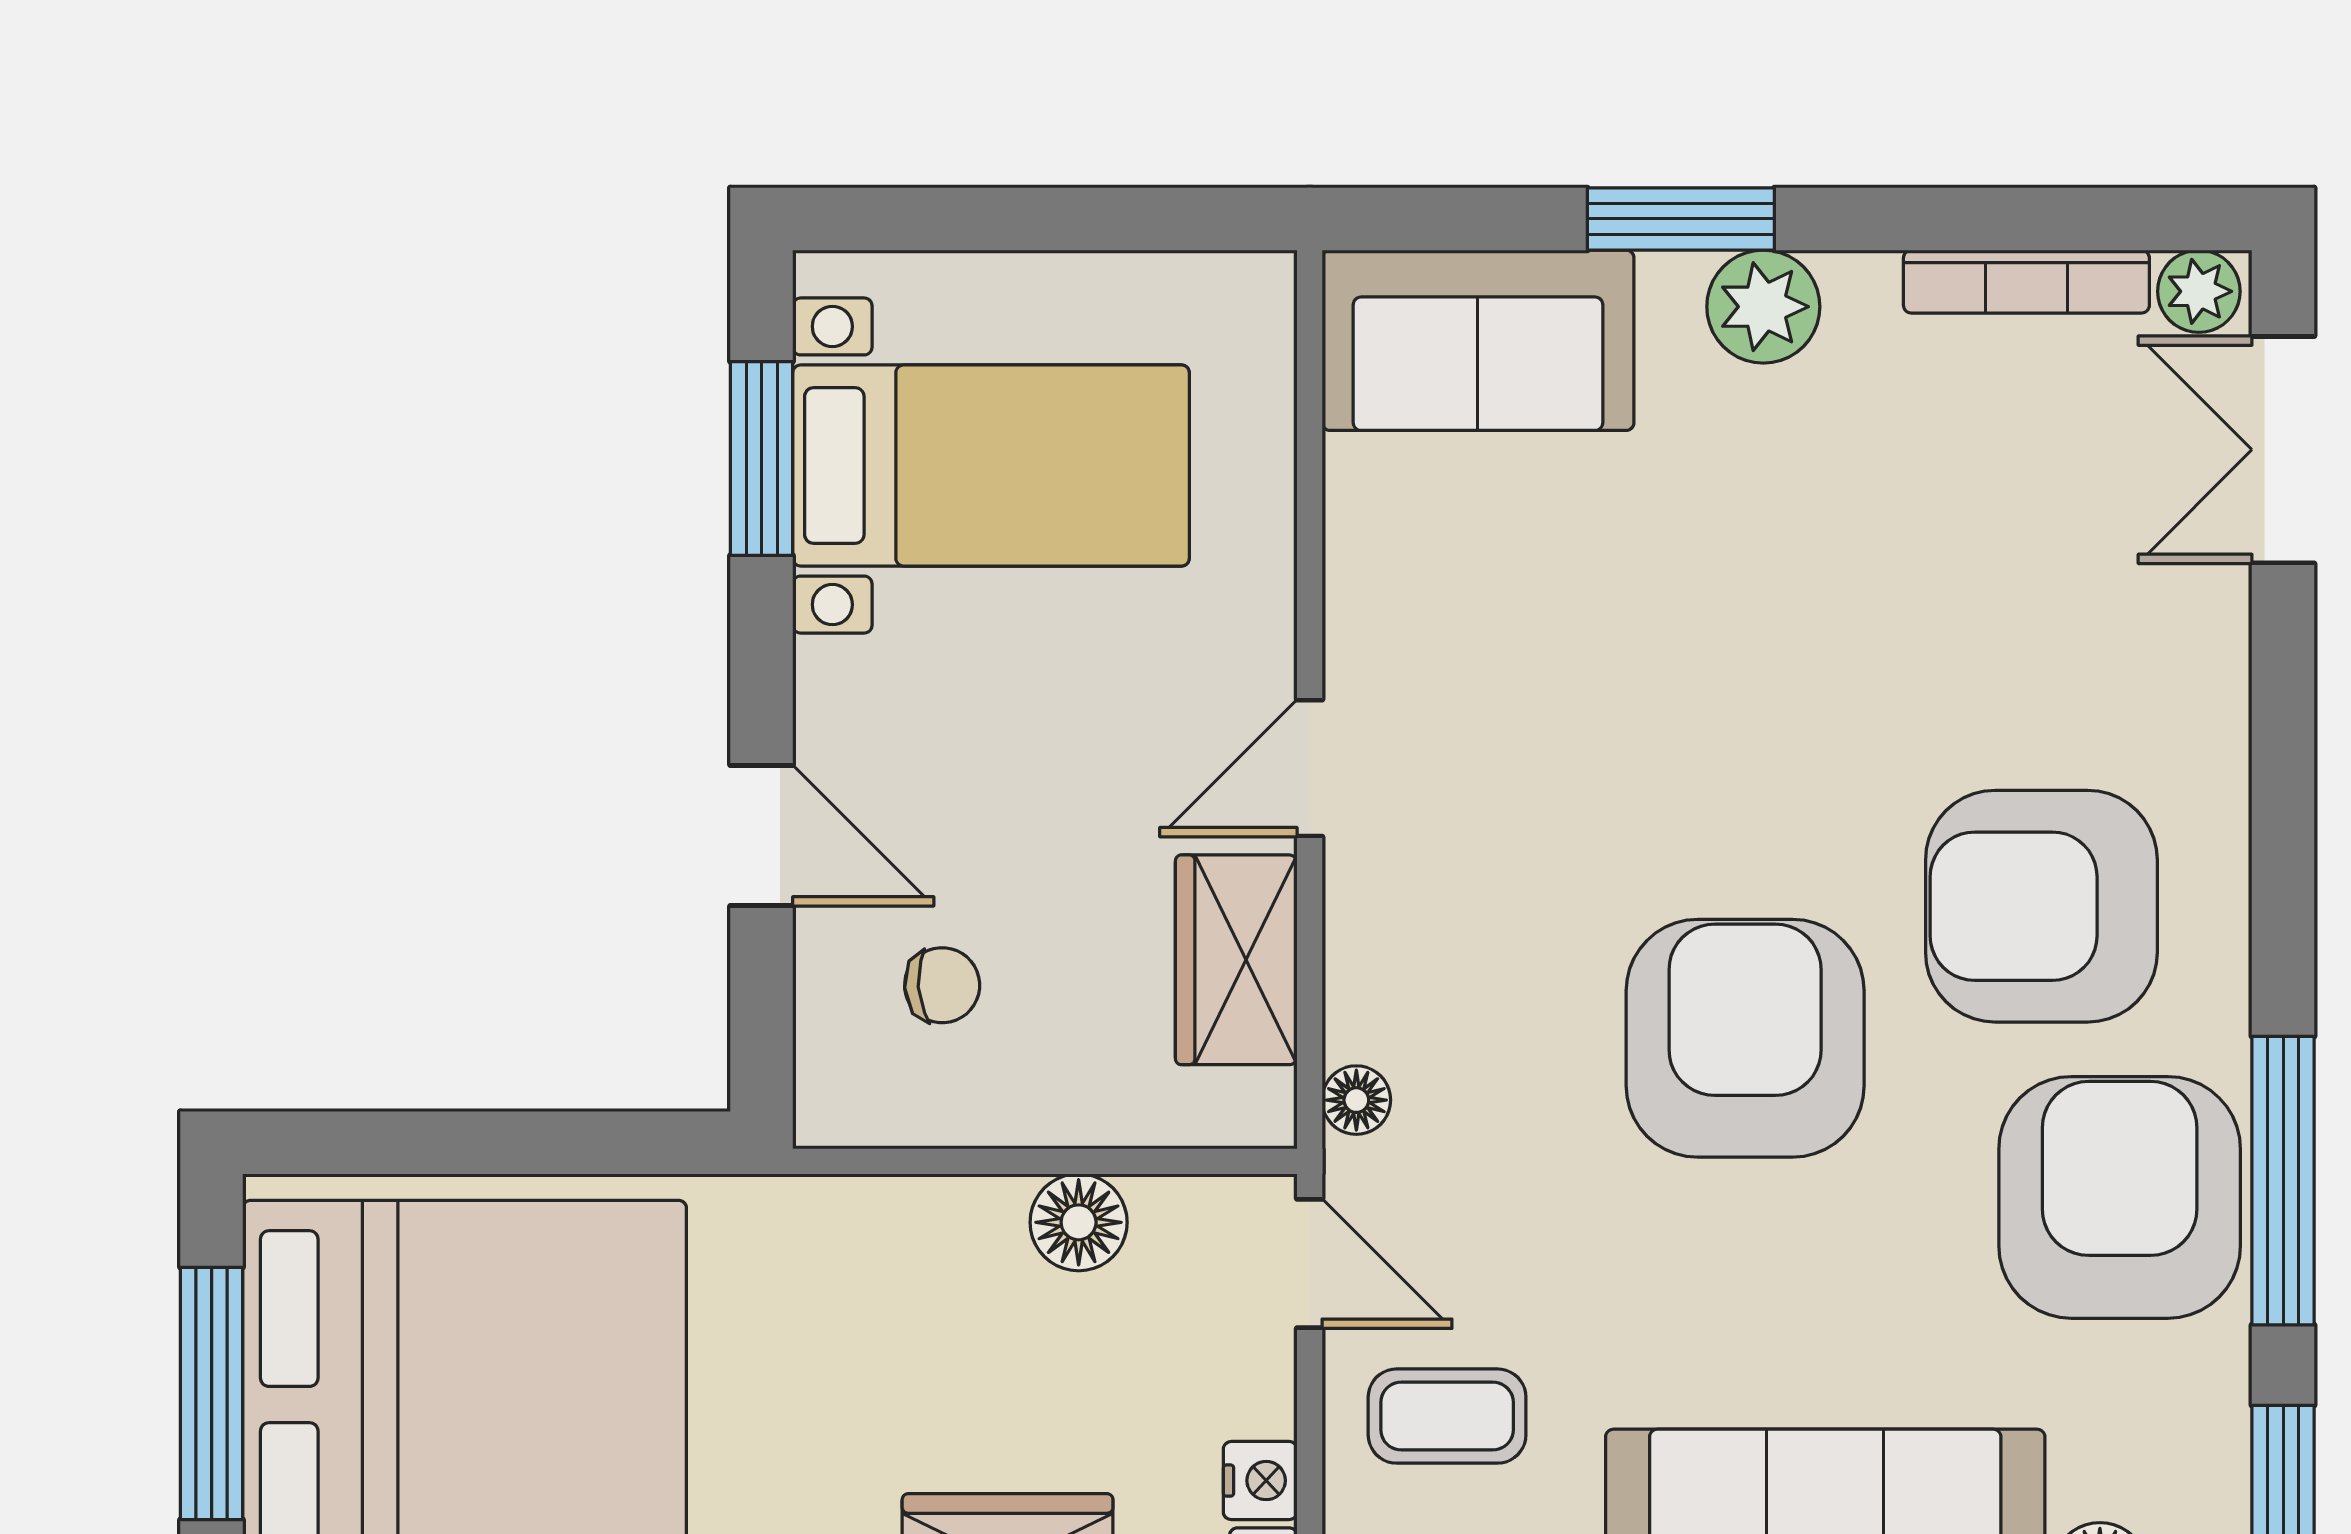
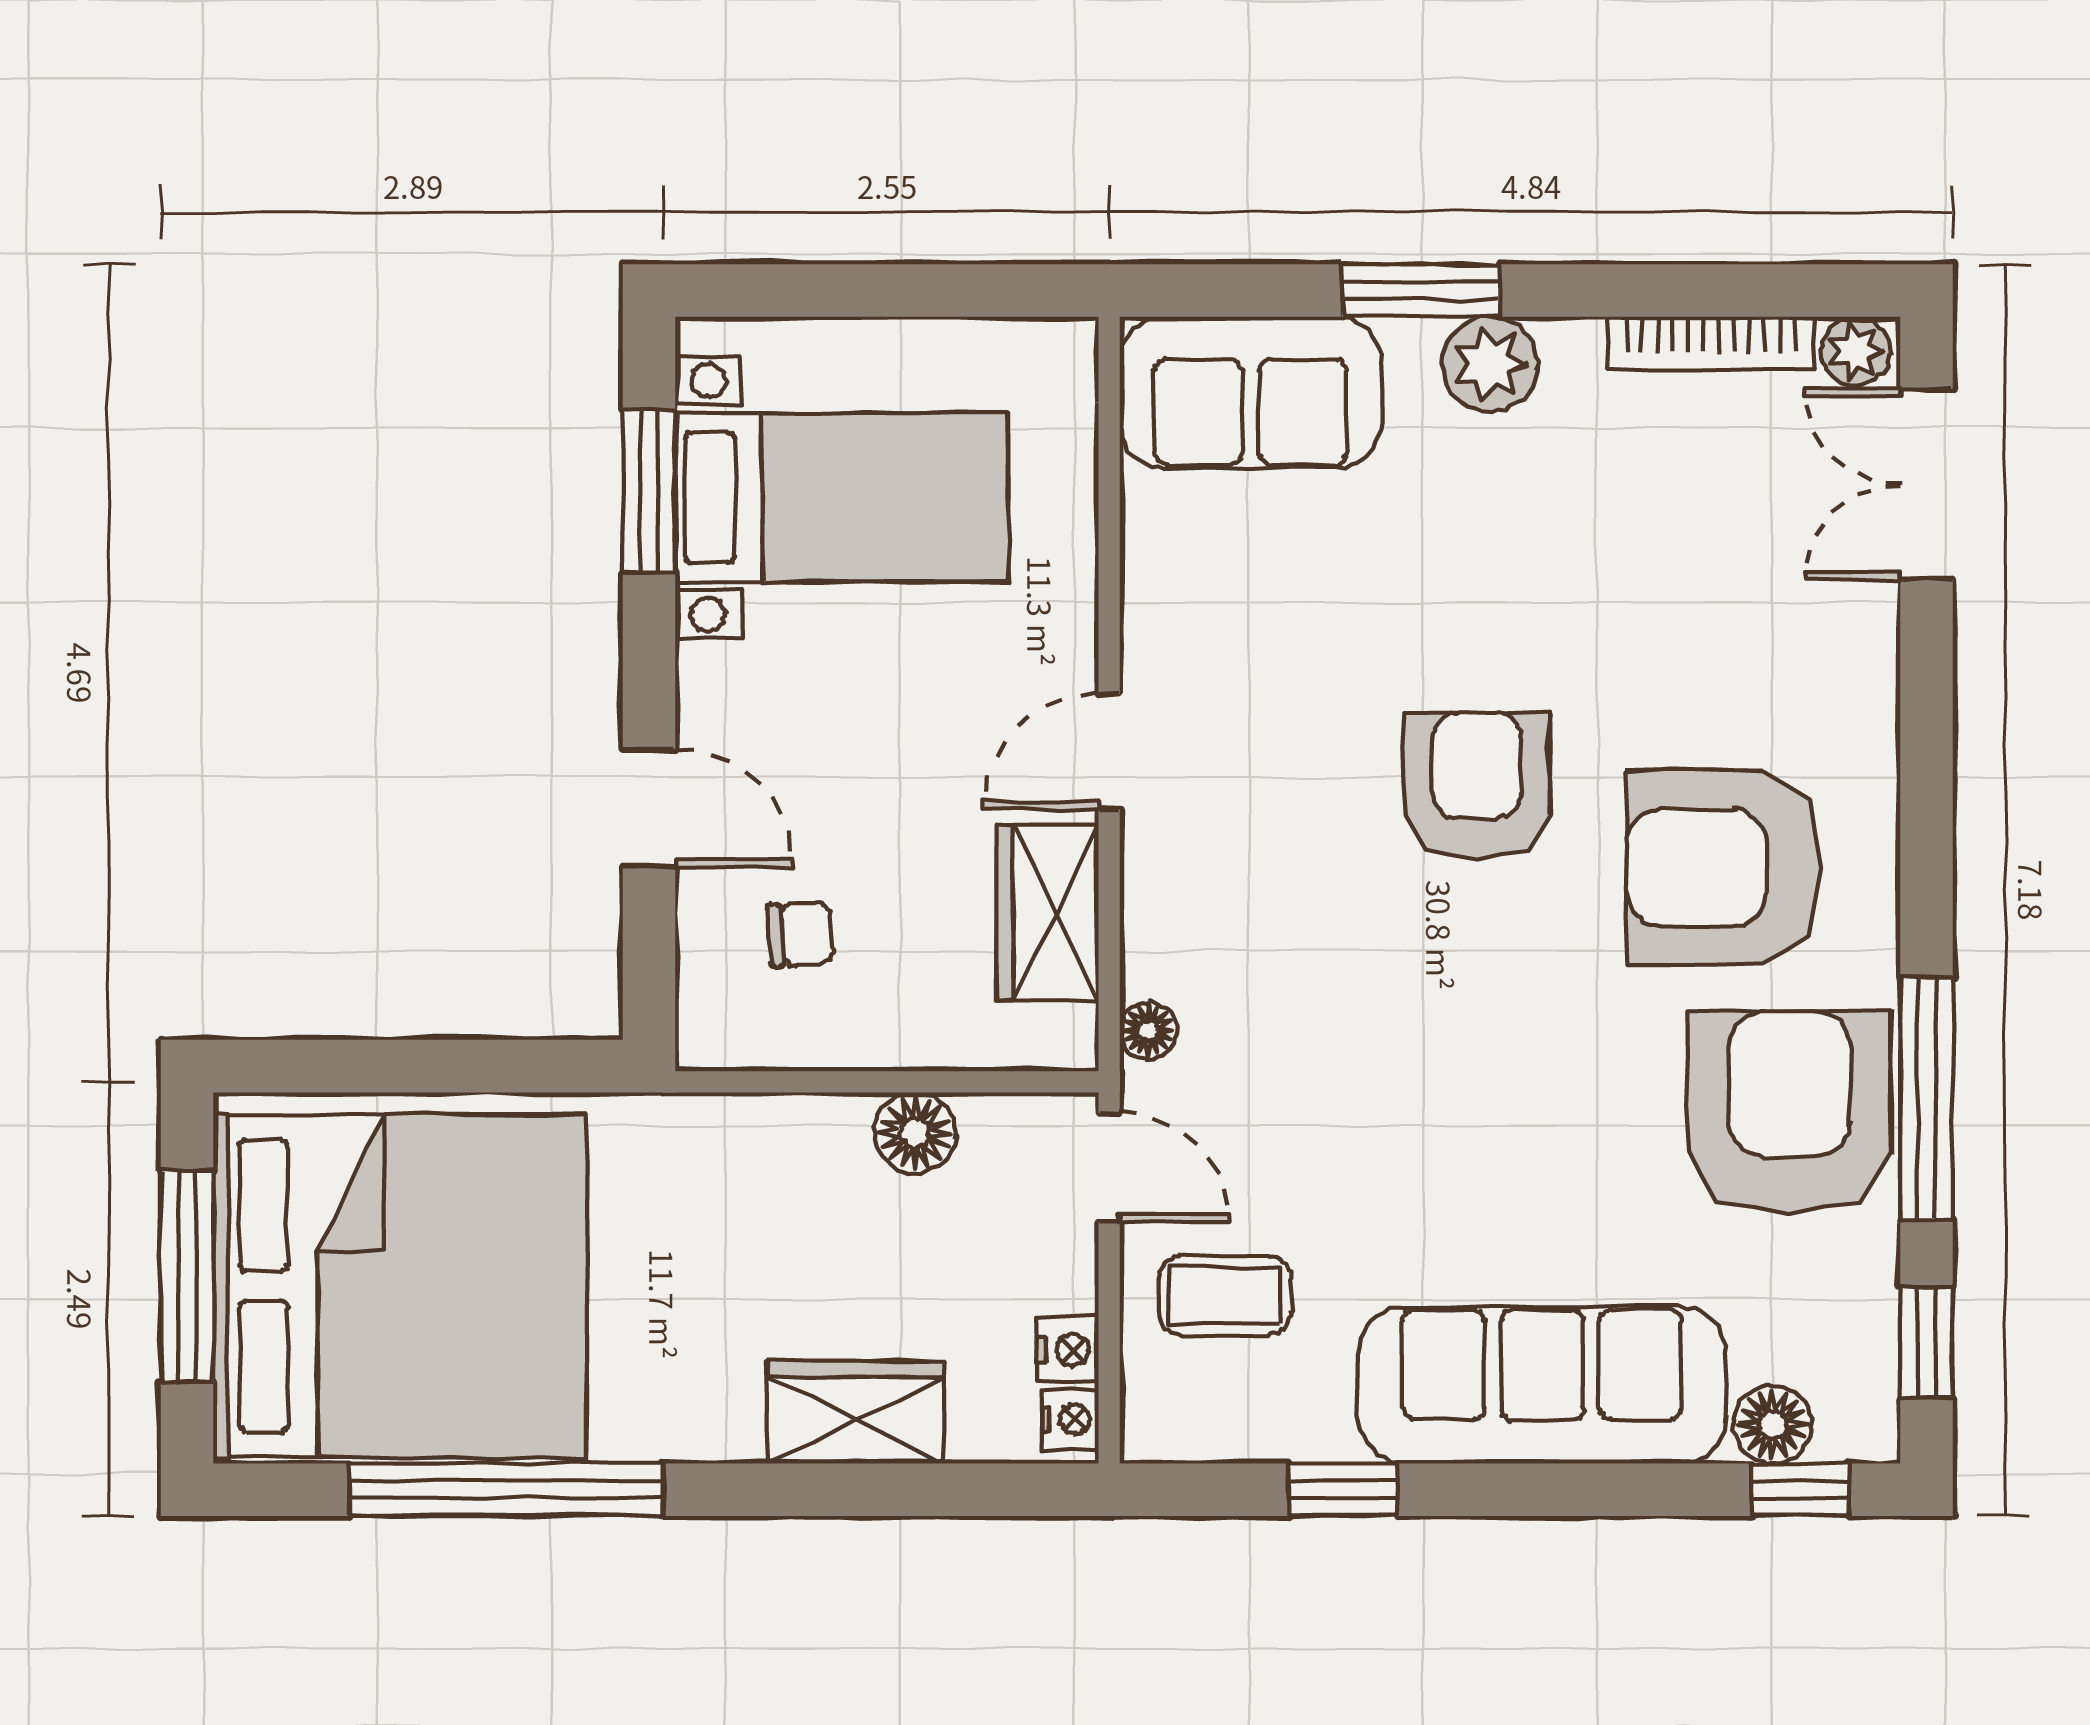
armchair: (1745, 1038) -> (1477, 786), moved, width x0.73, depth x0.73

